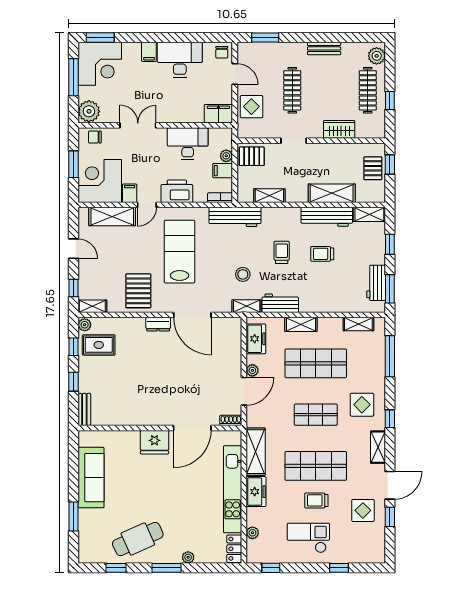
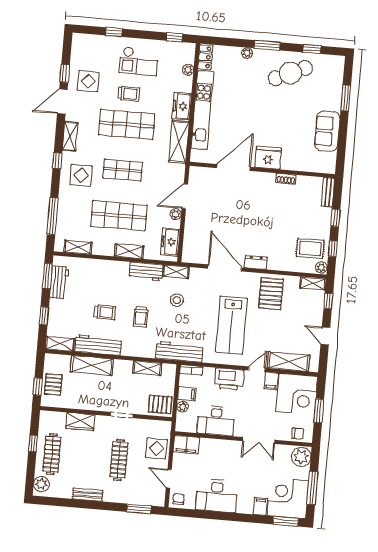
filing cabinet: (149, 52) -> (260, 506), moved
shoe rack: (231, 420) -> (286, 179), moved
sofa: (91, 478) -> (327, 131), width x0.73

